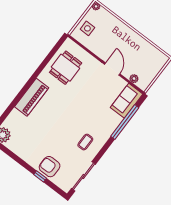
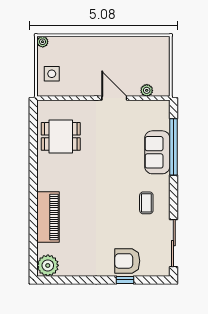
dining table: (66, 68) -> (61, 136), turned 90
piano: (32, 97) -> (48, 217), moved
sofa: (127, 101) -> (157, 152), moved

